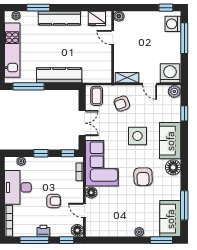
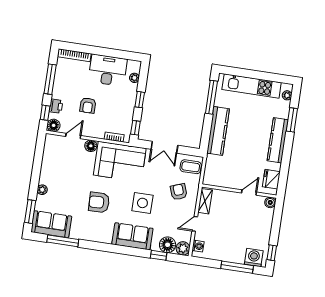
washing machine: (170, 73) -> (198, 246), width x0.53, depth x0.53
floor lamp: (173, 167) -> (168, 245), moved
printer: (43, 231) -> (56, 106), moved

